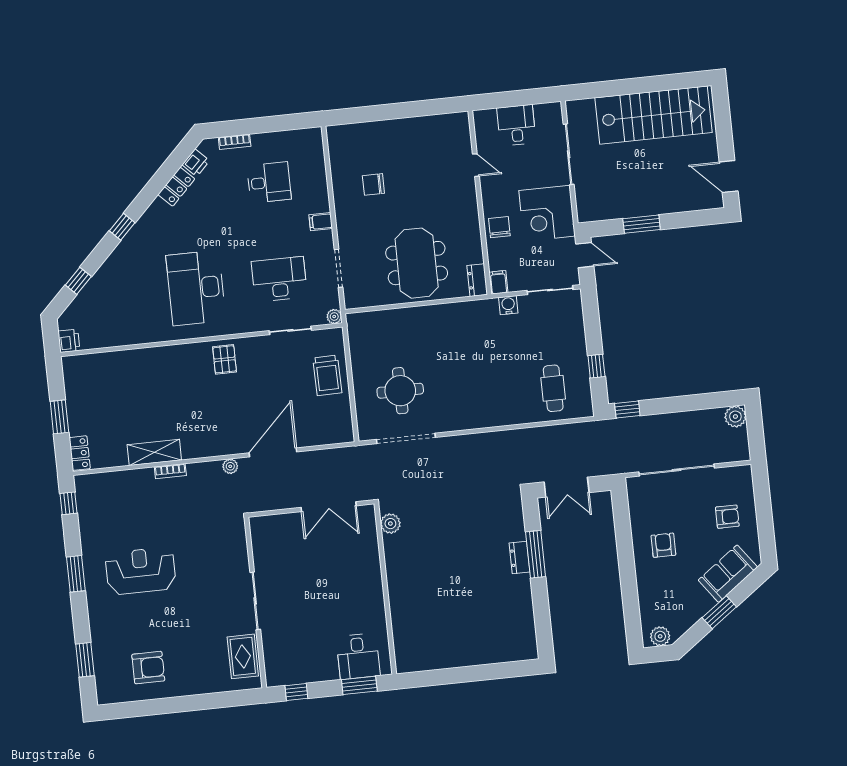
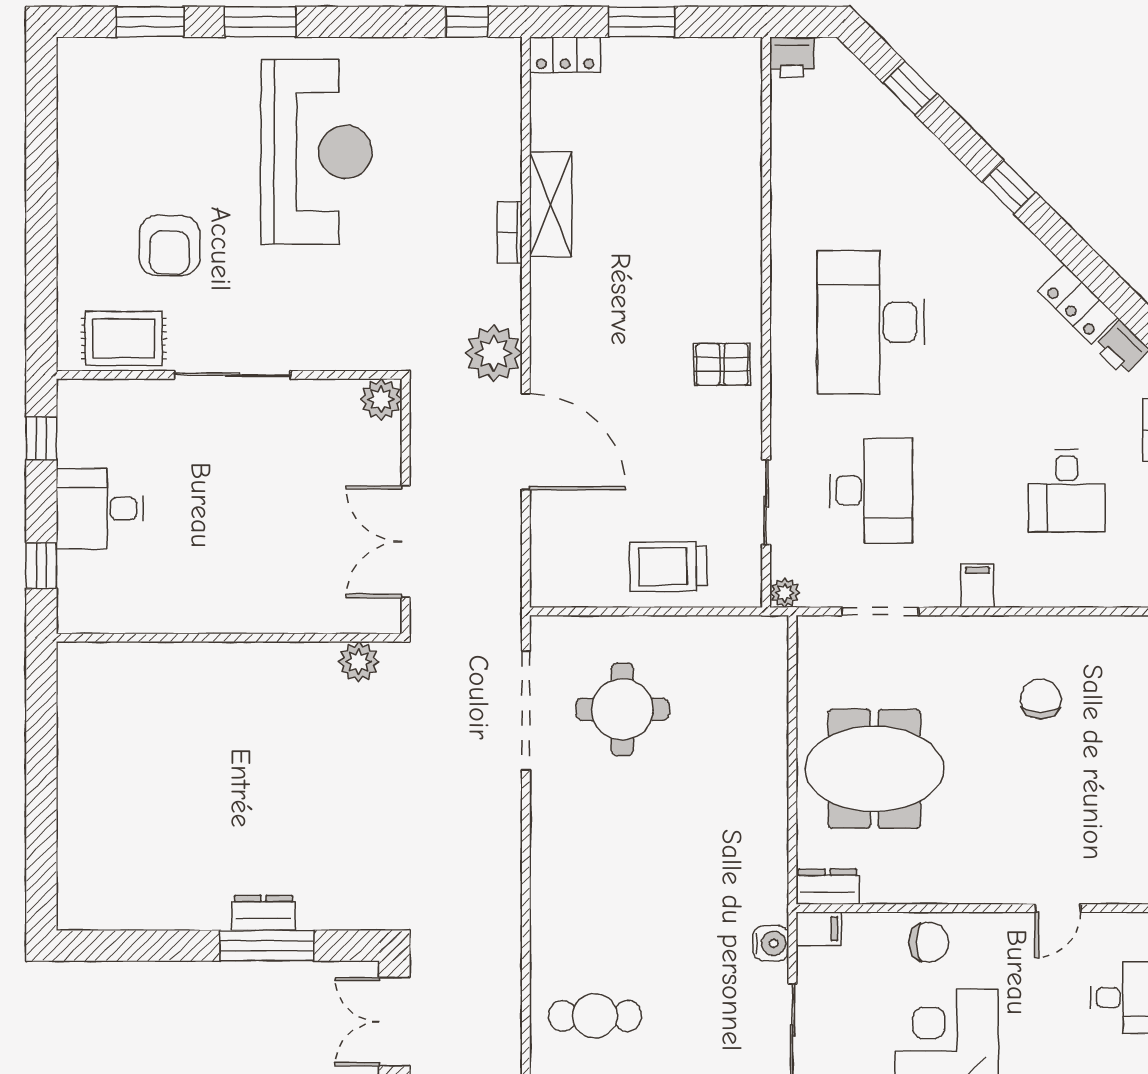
desk: (196, 288) -> (871, 322), turned -90
plant: (230, 466) -> (494, 353), width x1.88, depth x1.88
plant: (260, 526) -> (381, 399), added
reception desk: (141, 571) -> (316, 152), width x1.36, depth x1.30
window: (76, 574) -> (260, 22), moved
desk: (358, 656) -> (100, 509), moved
armchair: (148, 668) -> (170, 246), moved
window: (359, 685) -> (41, 566), width x0.67

